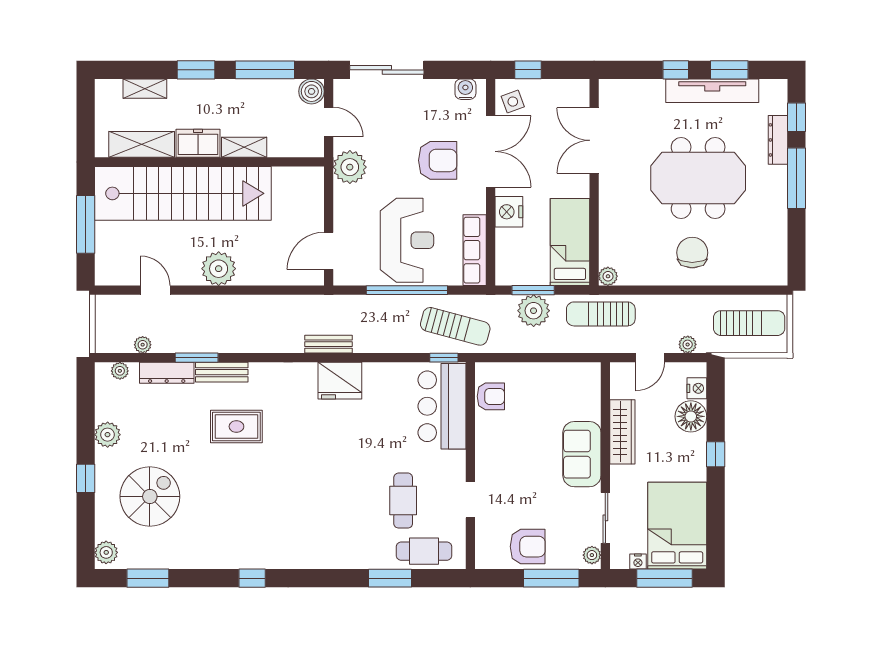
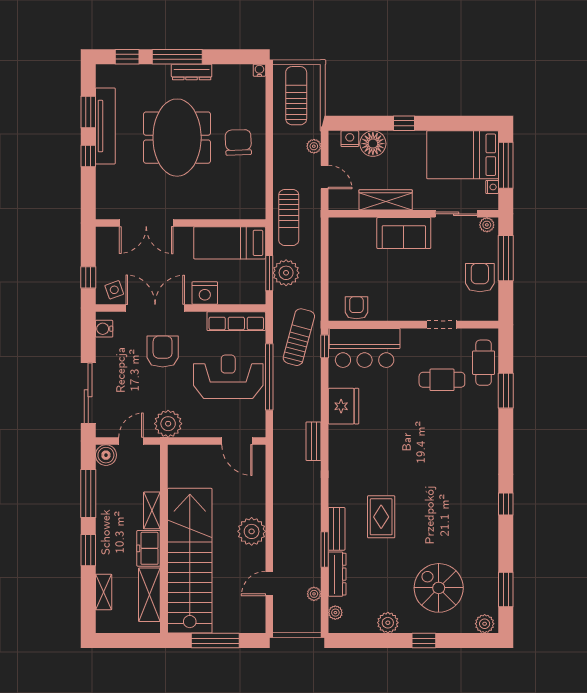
dresser: (778, 140) -> (192, 72), moved
chair: (692, 253) -> (238, 142), turned 88
plant: (608, 276) -> (258, 212), removed
water cooler: (780, 278) -> (259, 70), added
fridge: (340, 381) -> (344, 406), moved

